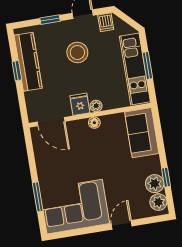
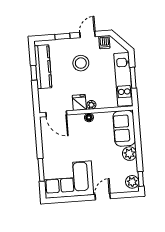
window: (166, 177) -> (141, 179), moved
plant: (155, 184) -> (129, 154), moved

